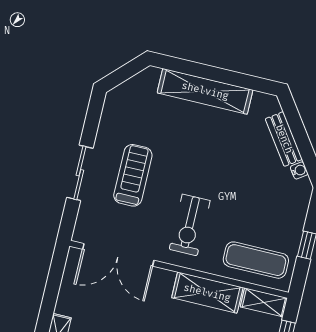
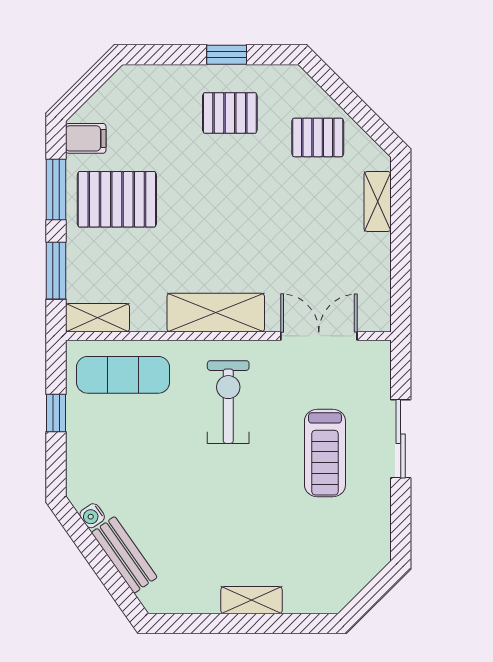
shelving: (205, 91) -> (251, 600), width x0.45, depth x0.75
double door: (118, 255) -> (319, 336), width x0.73
shelving: (207, 293) -> (216, 313), moved

